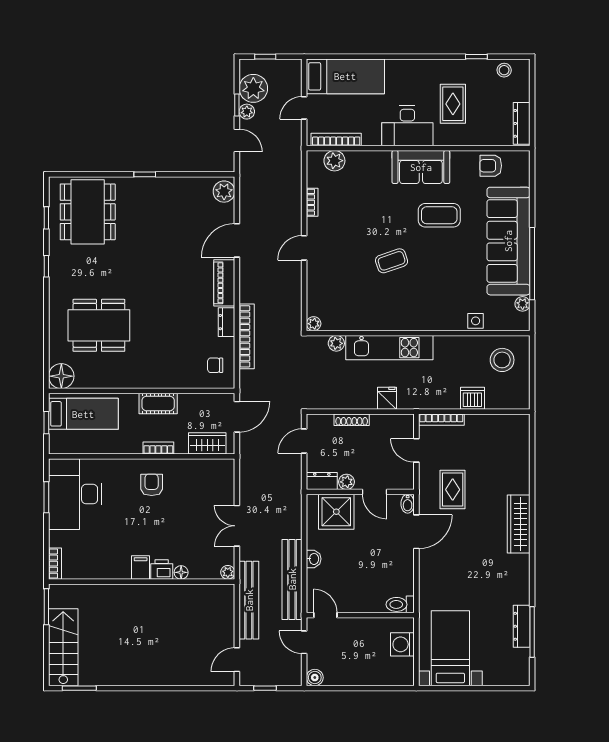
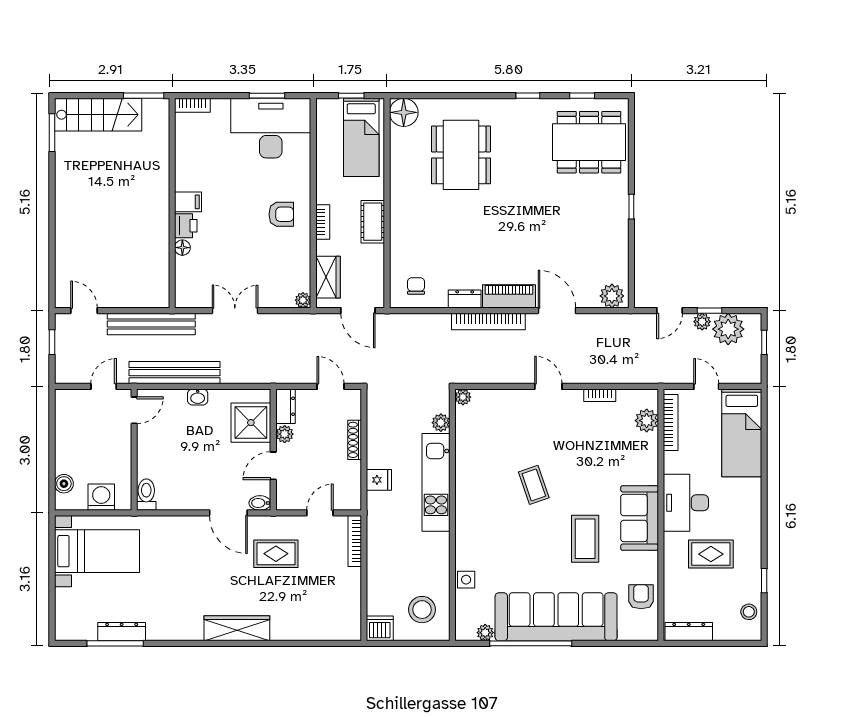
bookcase: (247, 336) -> (488, 321), moved
dishwasher: (472, 398) -> (380, 628), moved, turned -90
plant: (228, 572) -> (303, 300), moved
boiler: (315, 678) -> (64, 484), moved

